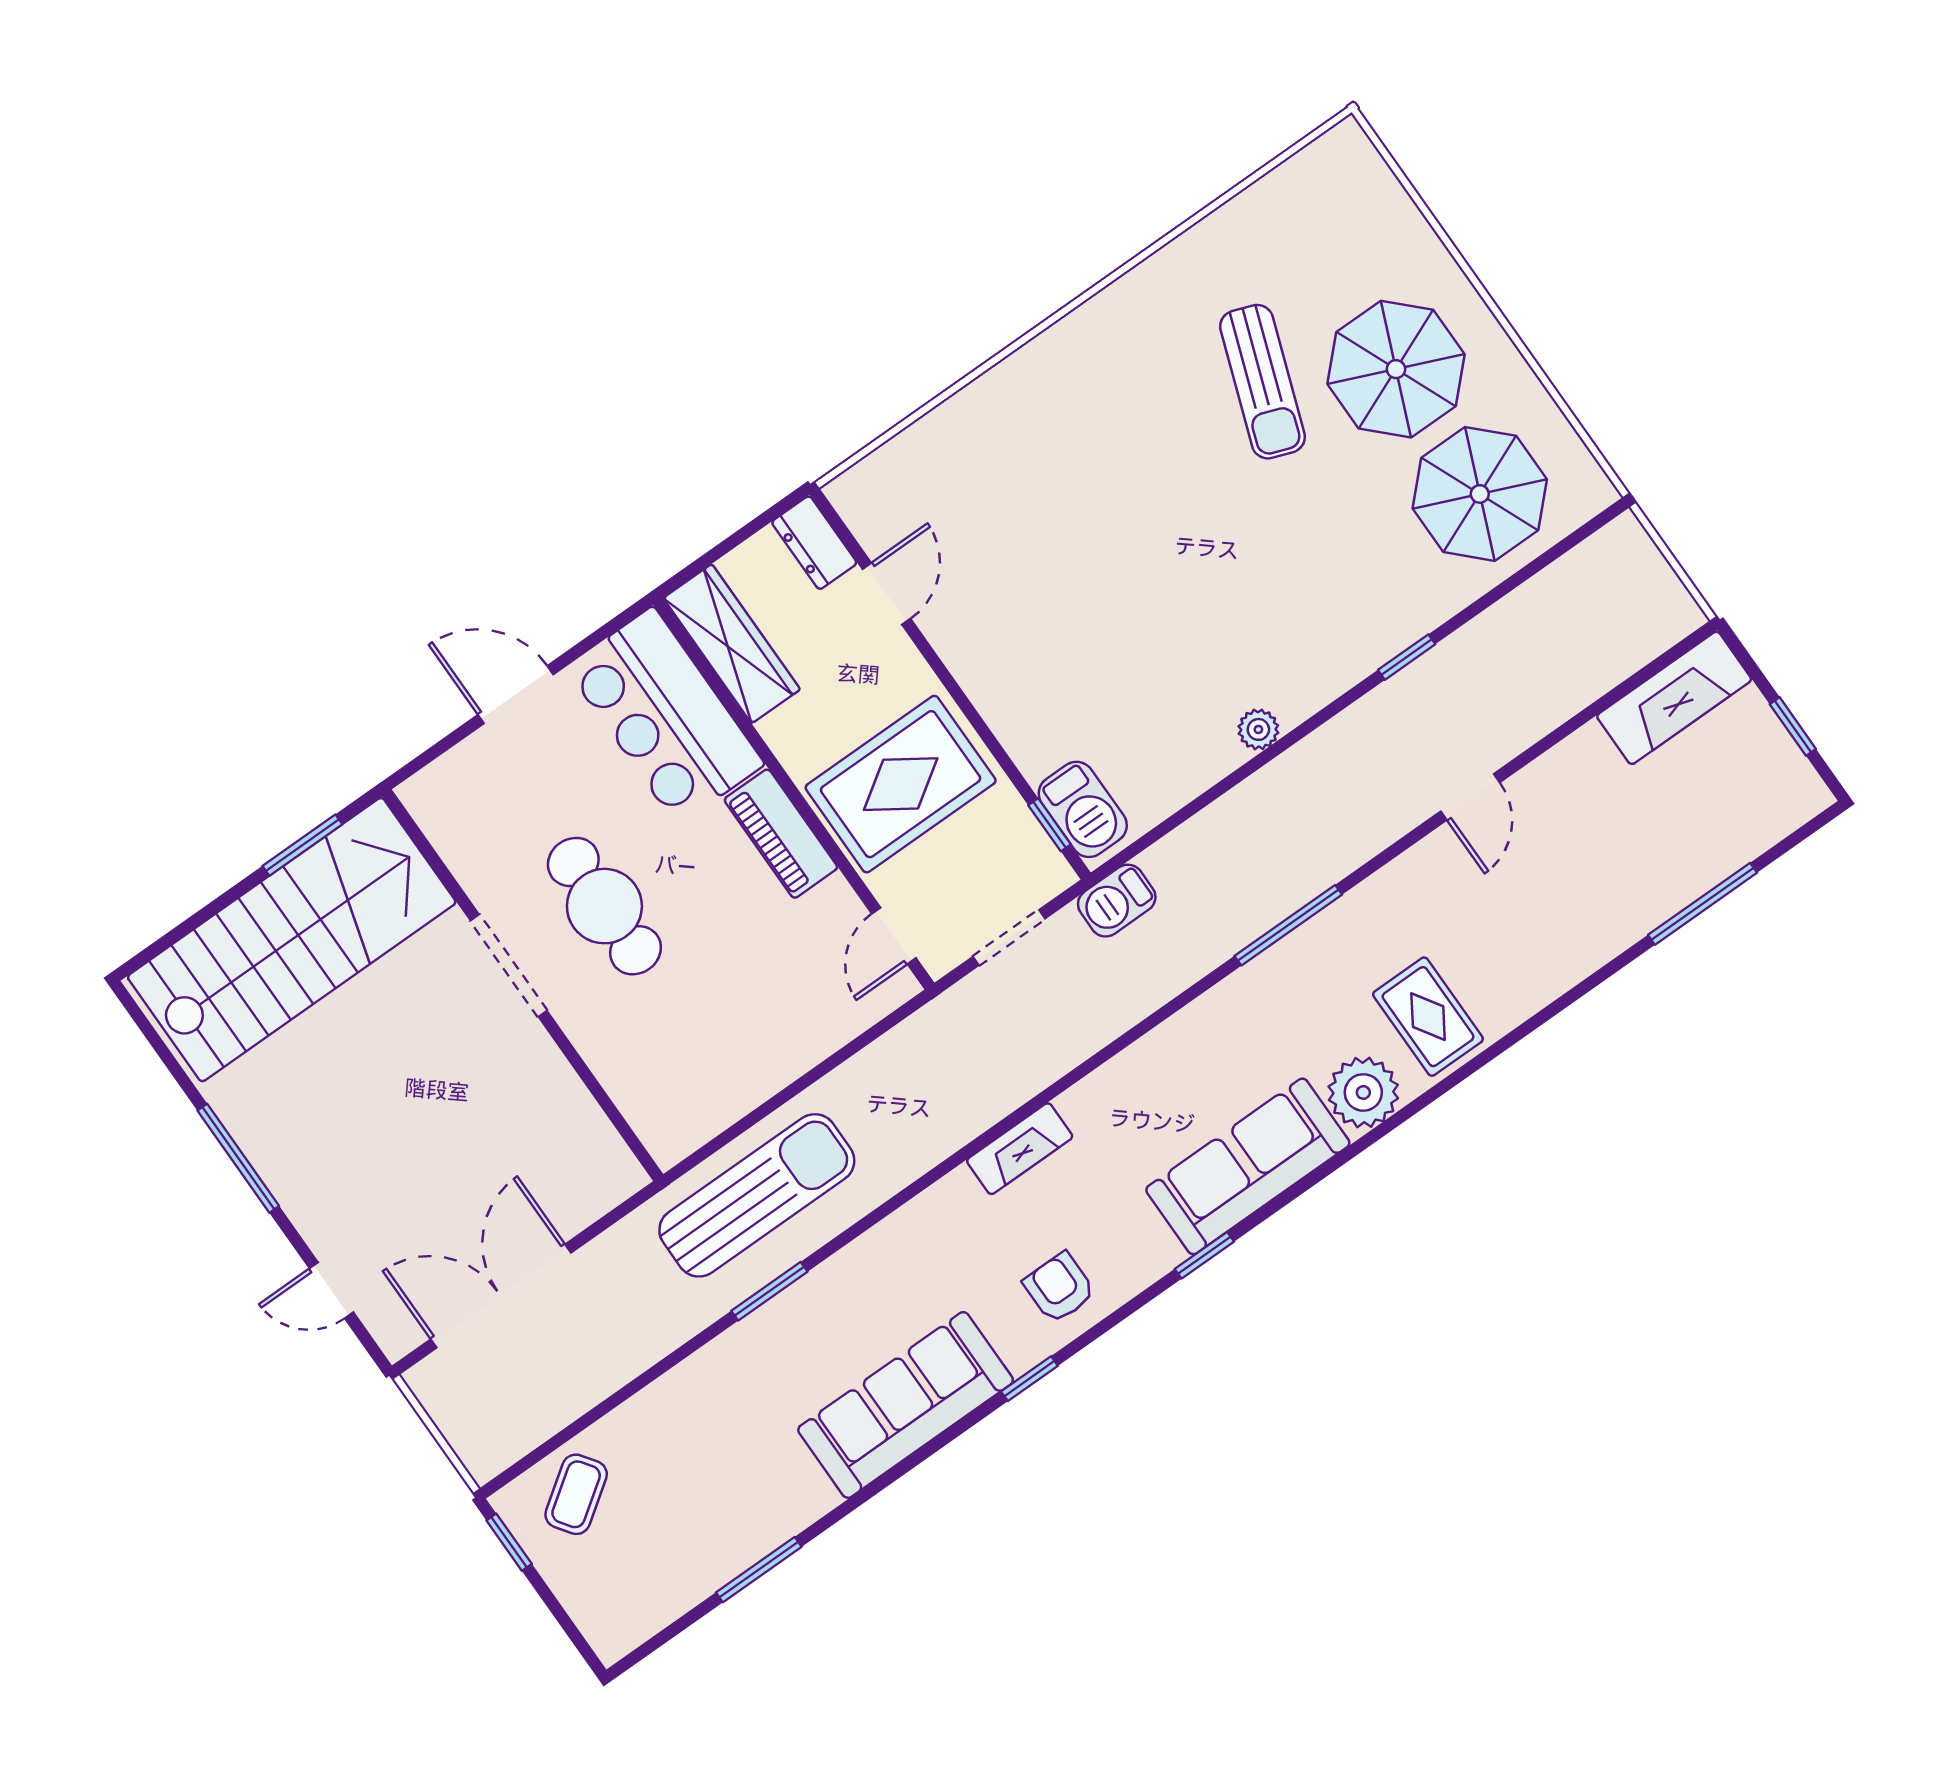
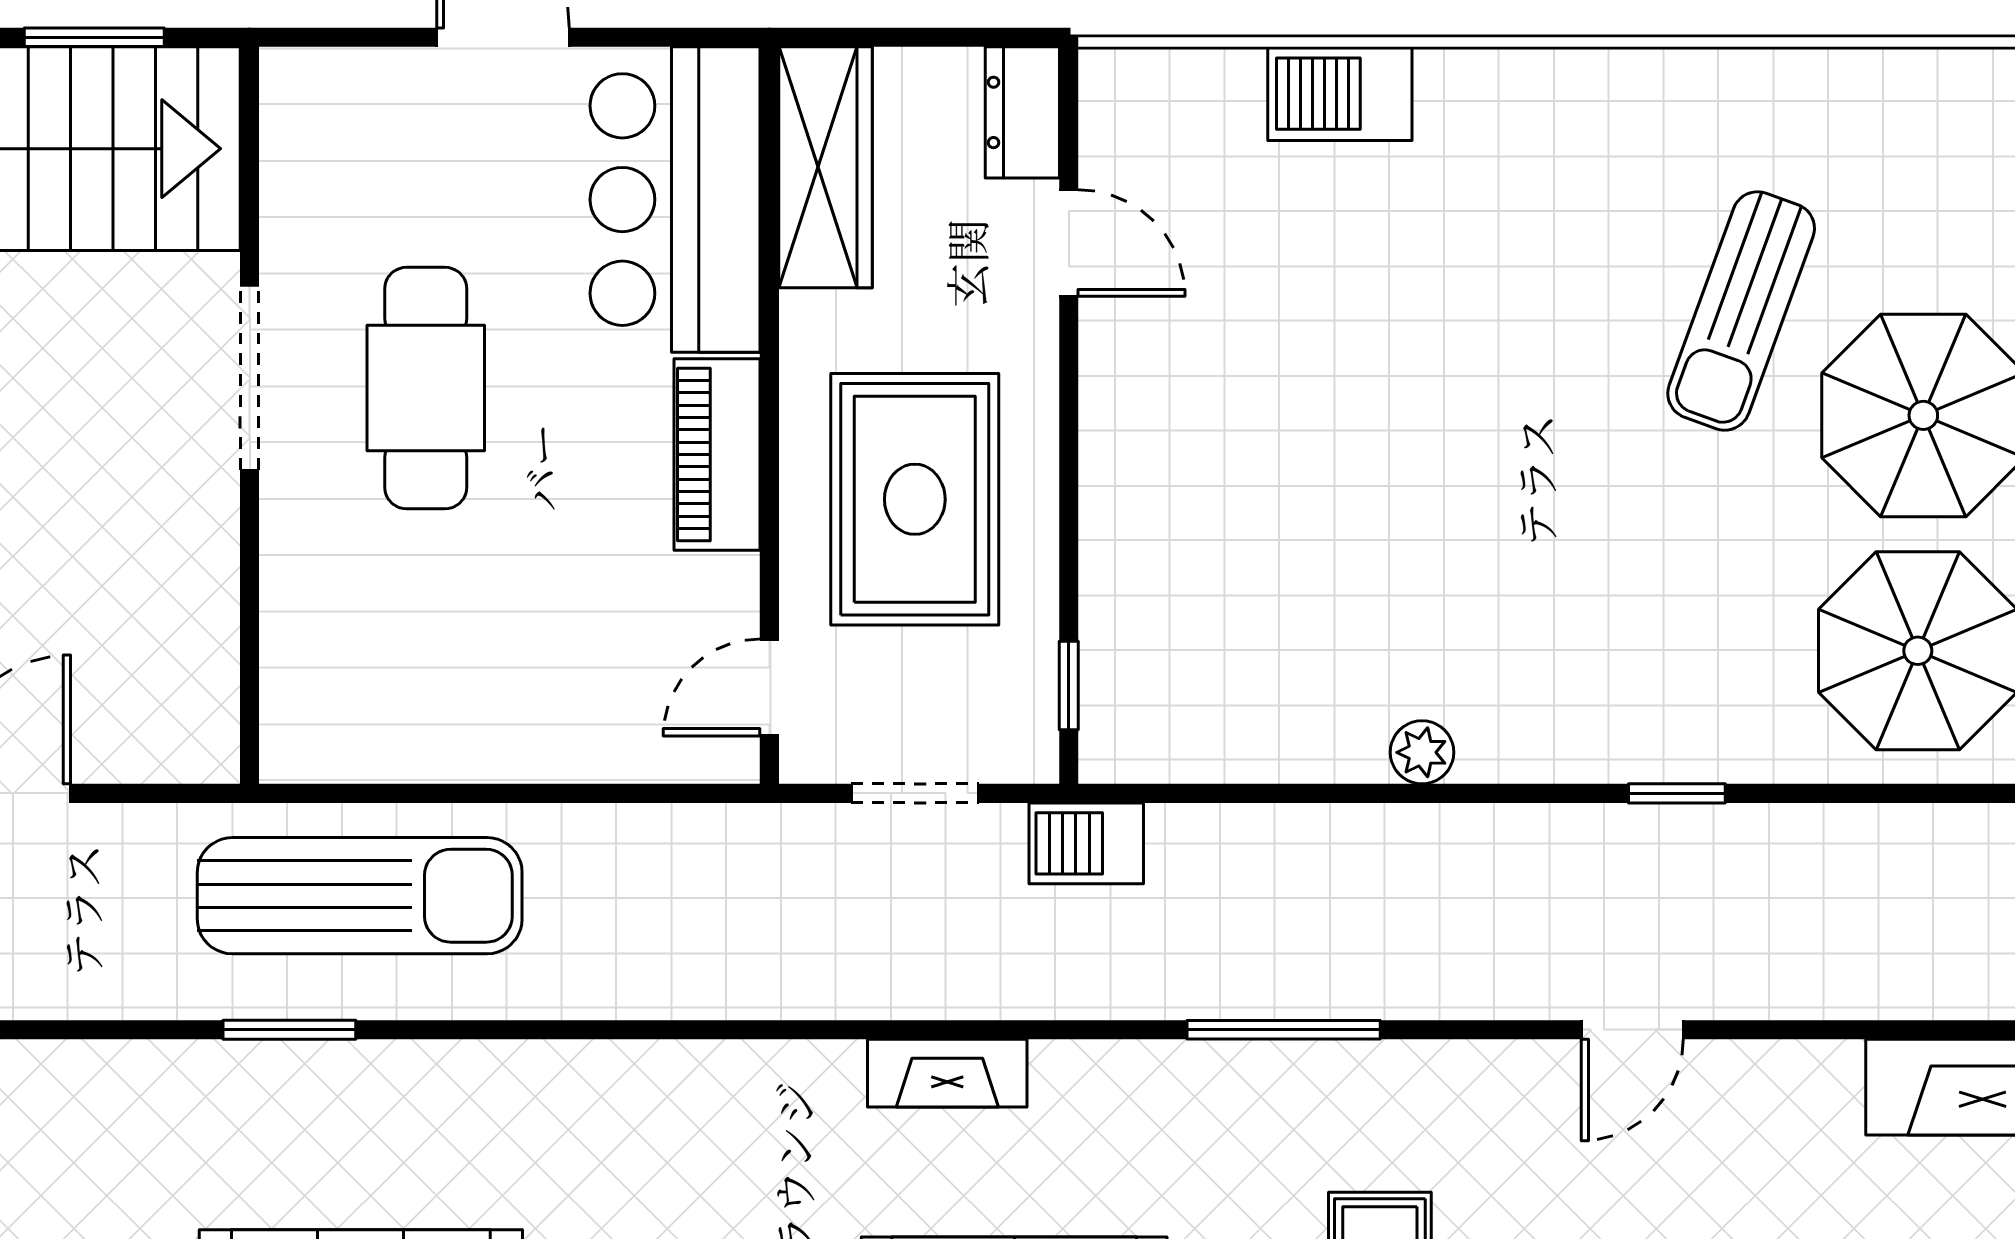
door: (887, 594) -> (1069, 243), hinge flipped
rug: (901, 784) -> (915, 499), turned 90
barbecue: (1083, 809) -> (1340, 94), moved, turned 90
fireplace: (1020, 1149) -> (947, 1073), moved

